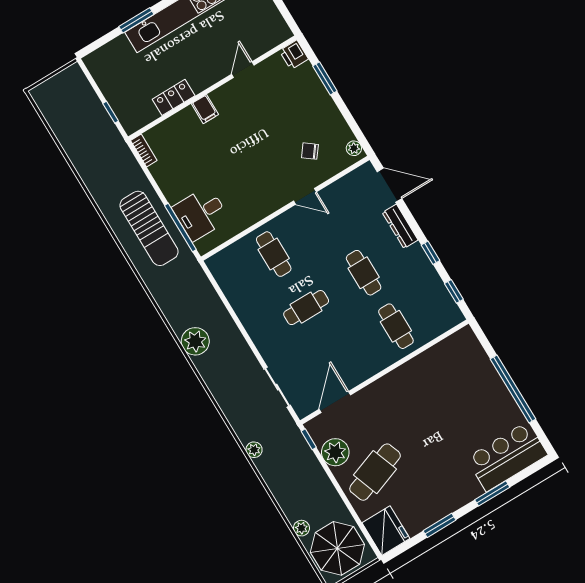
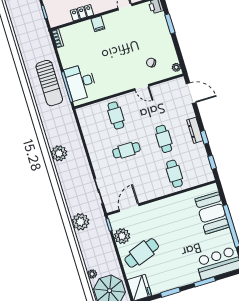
desk: (201, 213) -> (81, 82), width x1.37
dresser: (400, 226) -> (195, 130), moved
booth: (475, 376) -> (212, 213), added
plant: (254, 450) -> (81, 222), width x1.87, depth x1.87

